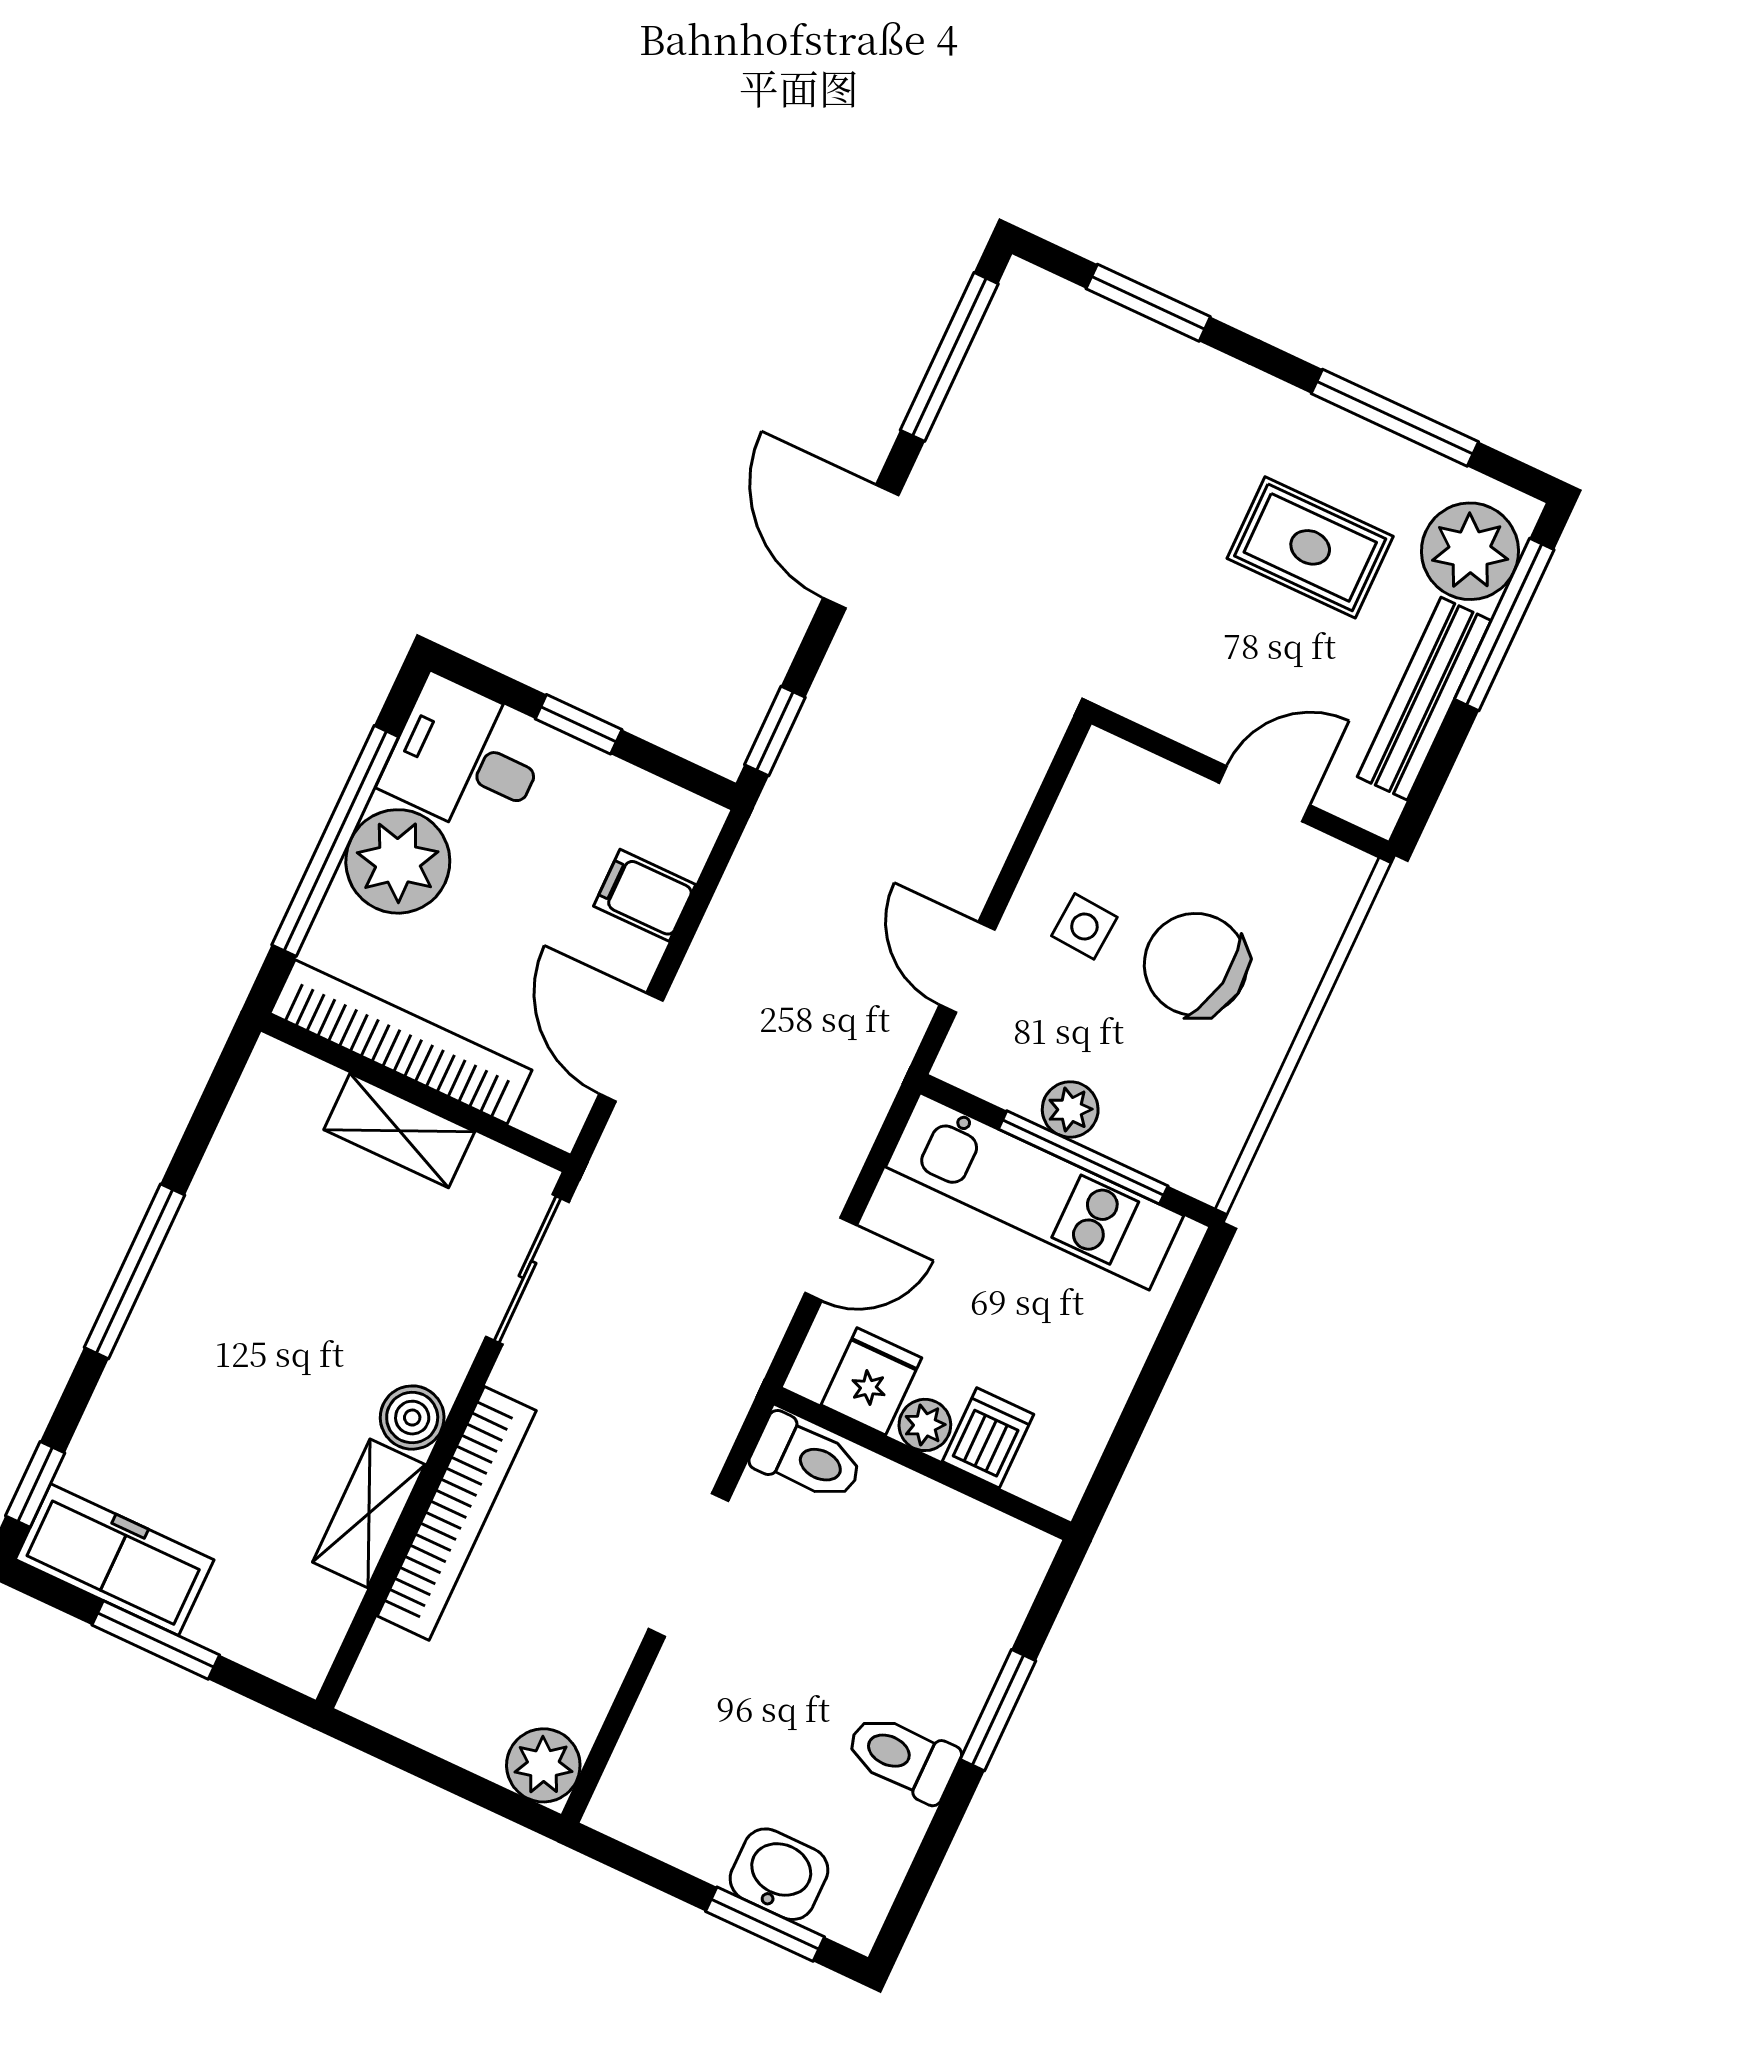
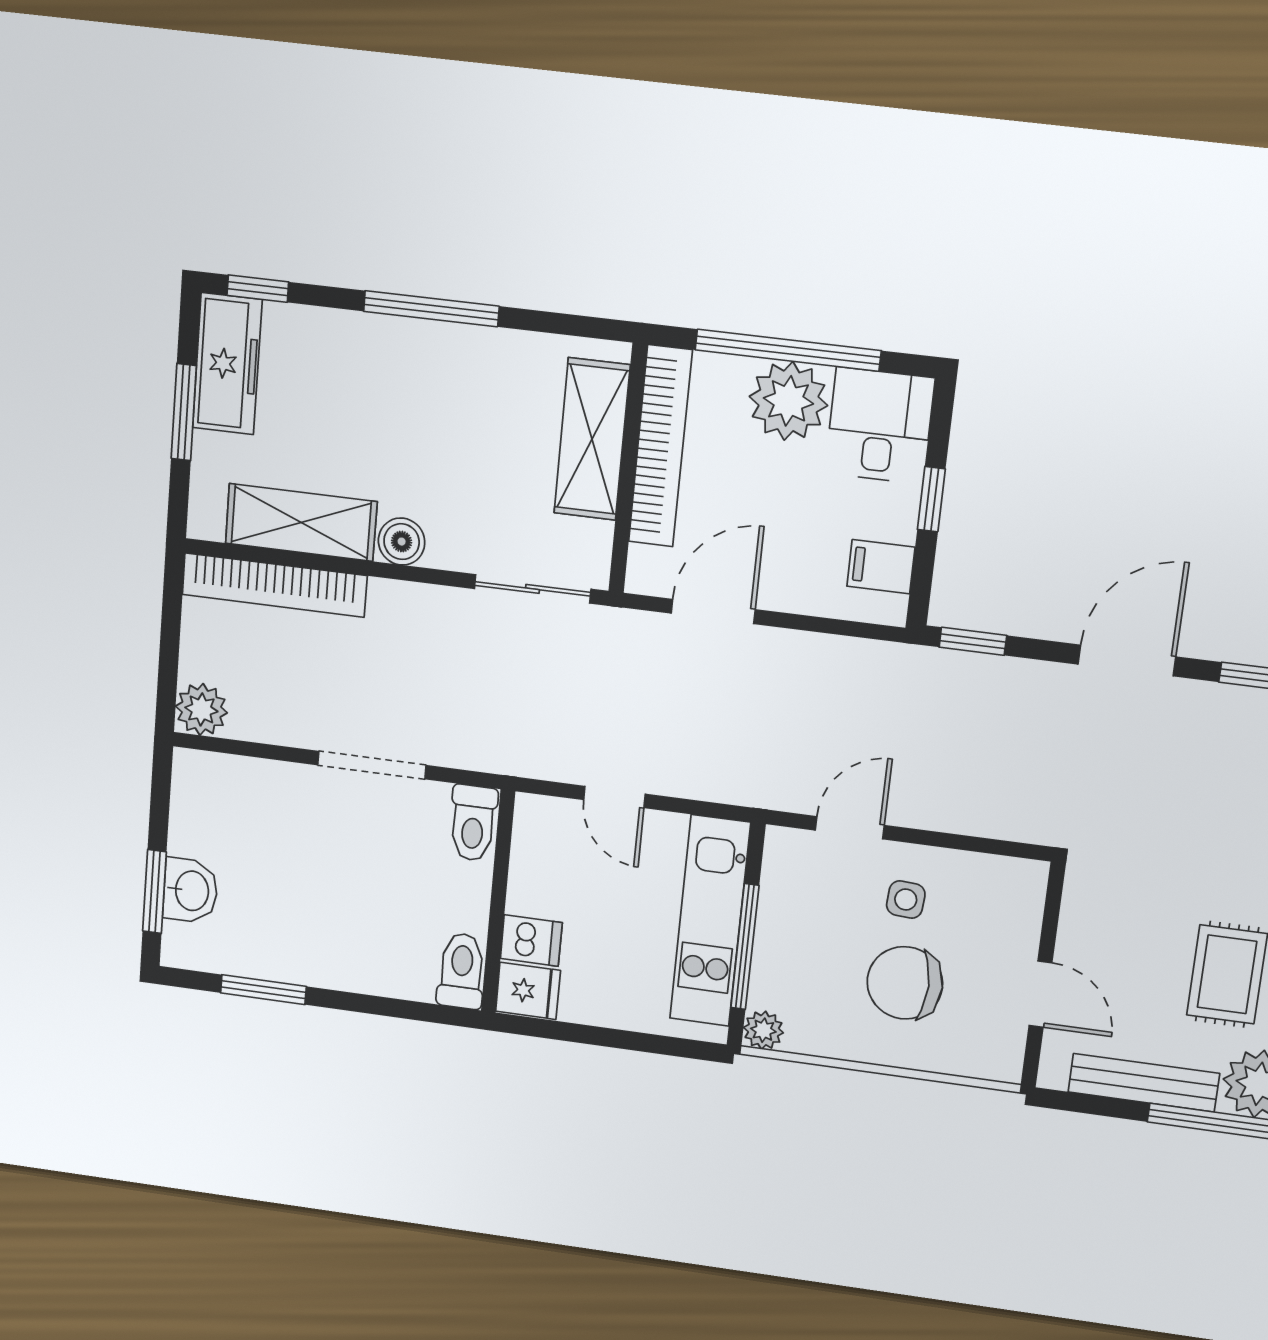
filing cabinet: (645, 895) -> (881, 567), moved, turned -90
chair: (1196, 964) -> (905, 983), turned -99
plant: (1070, 1109) -> (763, 1030), moved
shelving: (399, 1131) -> (592, 439), width x1.50, depth x1.33
fridge: (871, 1381) -> (528, 991), moved
plant: (925, 1425) -> (525, 895), removed
shelving: (369, 1513) -> (301, 522), width x1.50, depth x1.33
bookcase: (457, 1513) -> (274, 585), moved
window: (998, 1710) -> (263, 990), moved
toilet: (902, 1757) -> (461, 971), moved

